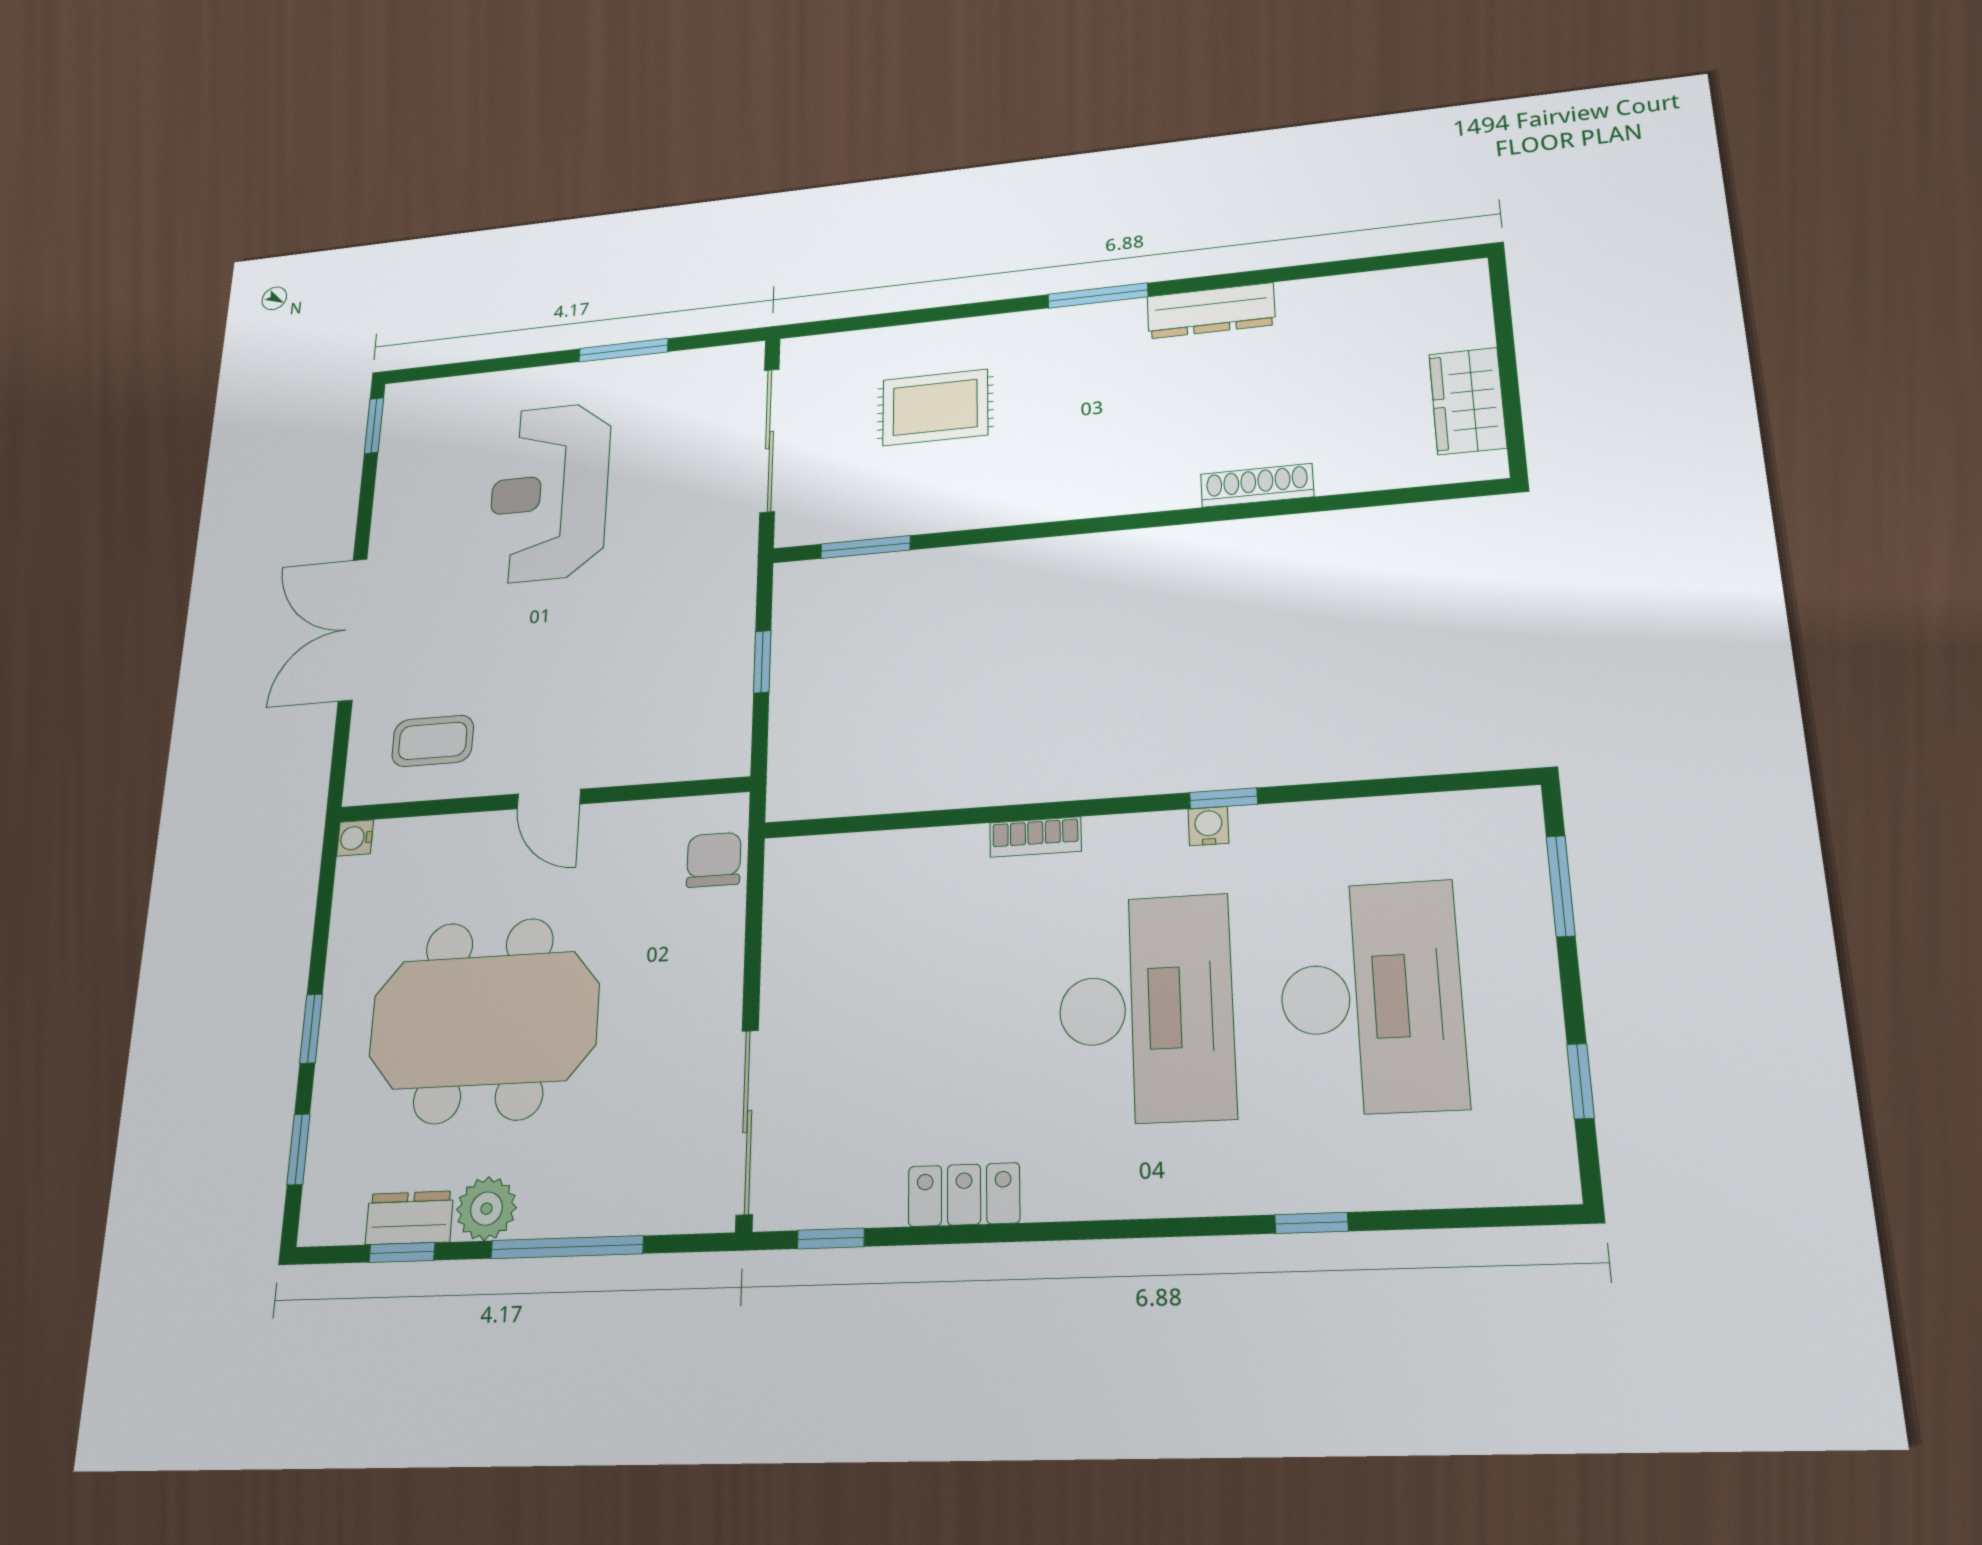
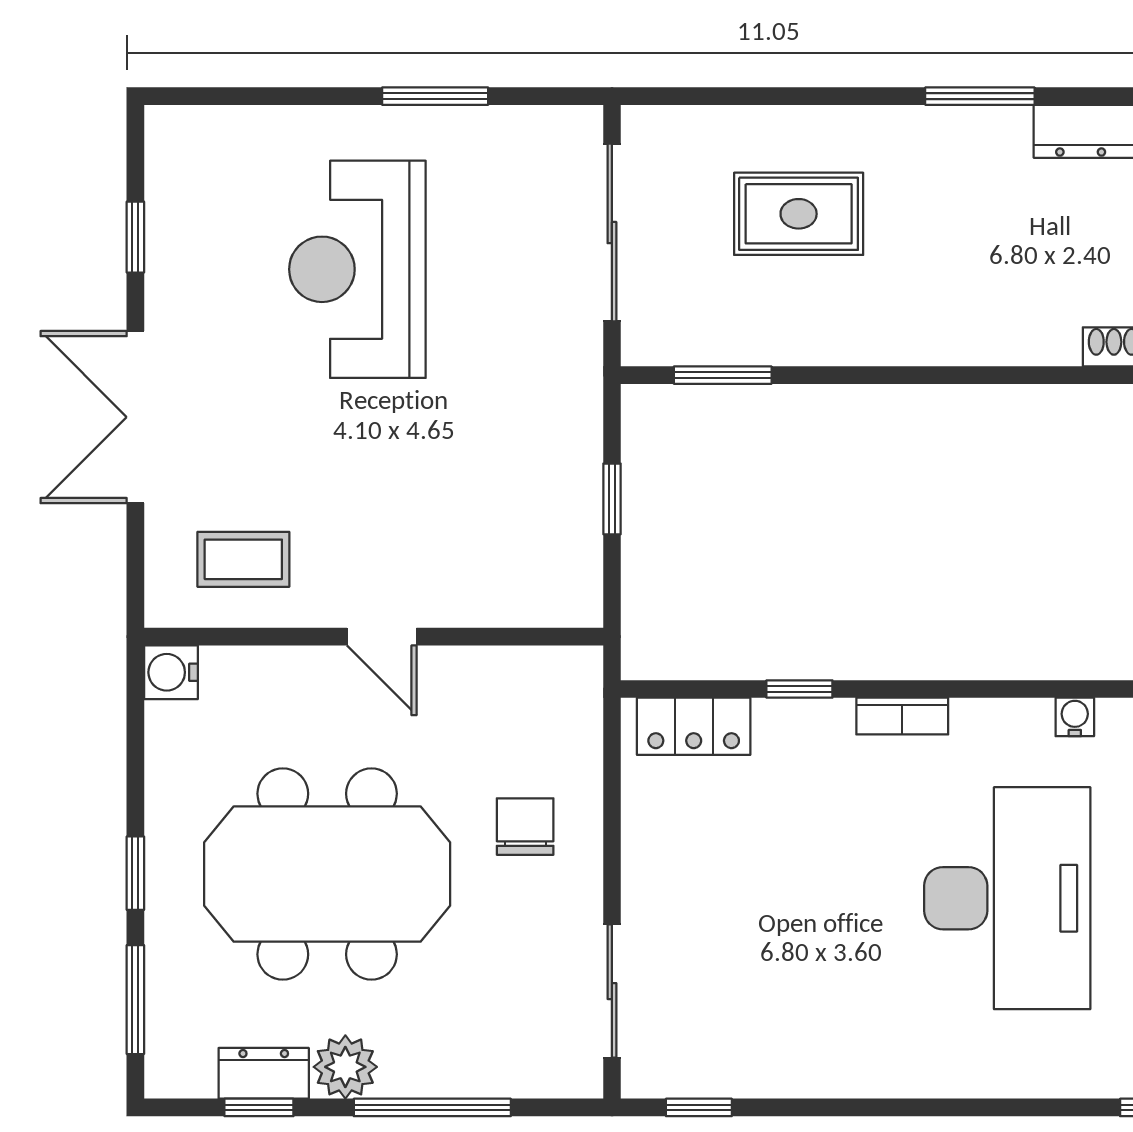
window: (374, 426) -> (135, 237), moved
window: (1224, 798) -> (799, 689), moved
water cooler: (355, 838) -> (171, 672), width x1.38, depth x1.38
chair: (714, 860) -> (525, 827), moved
sliding door: (747, 1122) -> (612, 991), width x0.73
window: (298, 1149) -> (135, 1000), width x1.50
locker: (964, 1195) -> (694, 726), moved, turned 180

